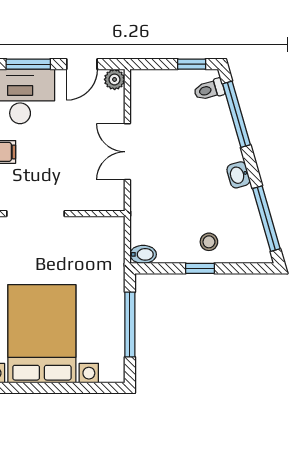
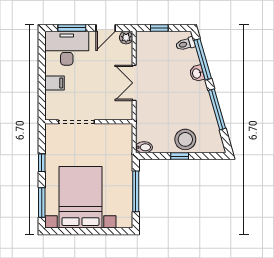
window: (192, 64) -> (159, 28), moved
washbasin: (238, 175) -> (197, 73), moved
window: (266, 219) -> (217, 109), moved
stool: (209, 242) -> (185, 139), width x1.89, depth x1.89

